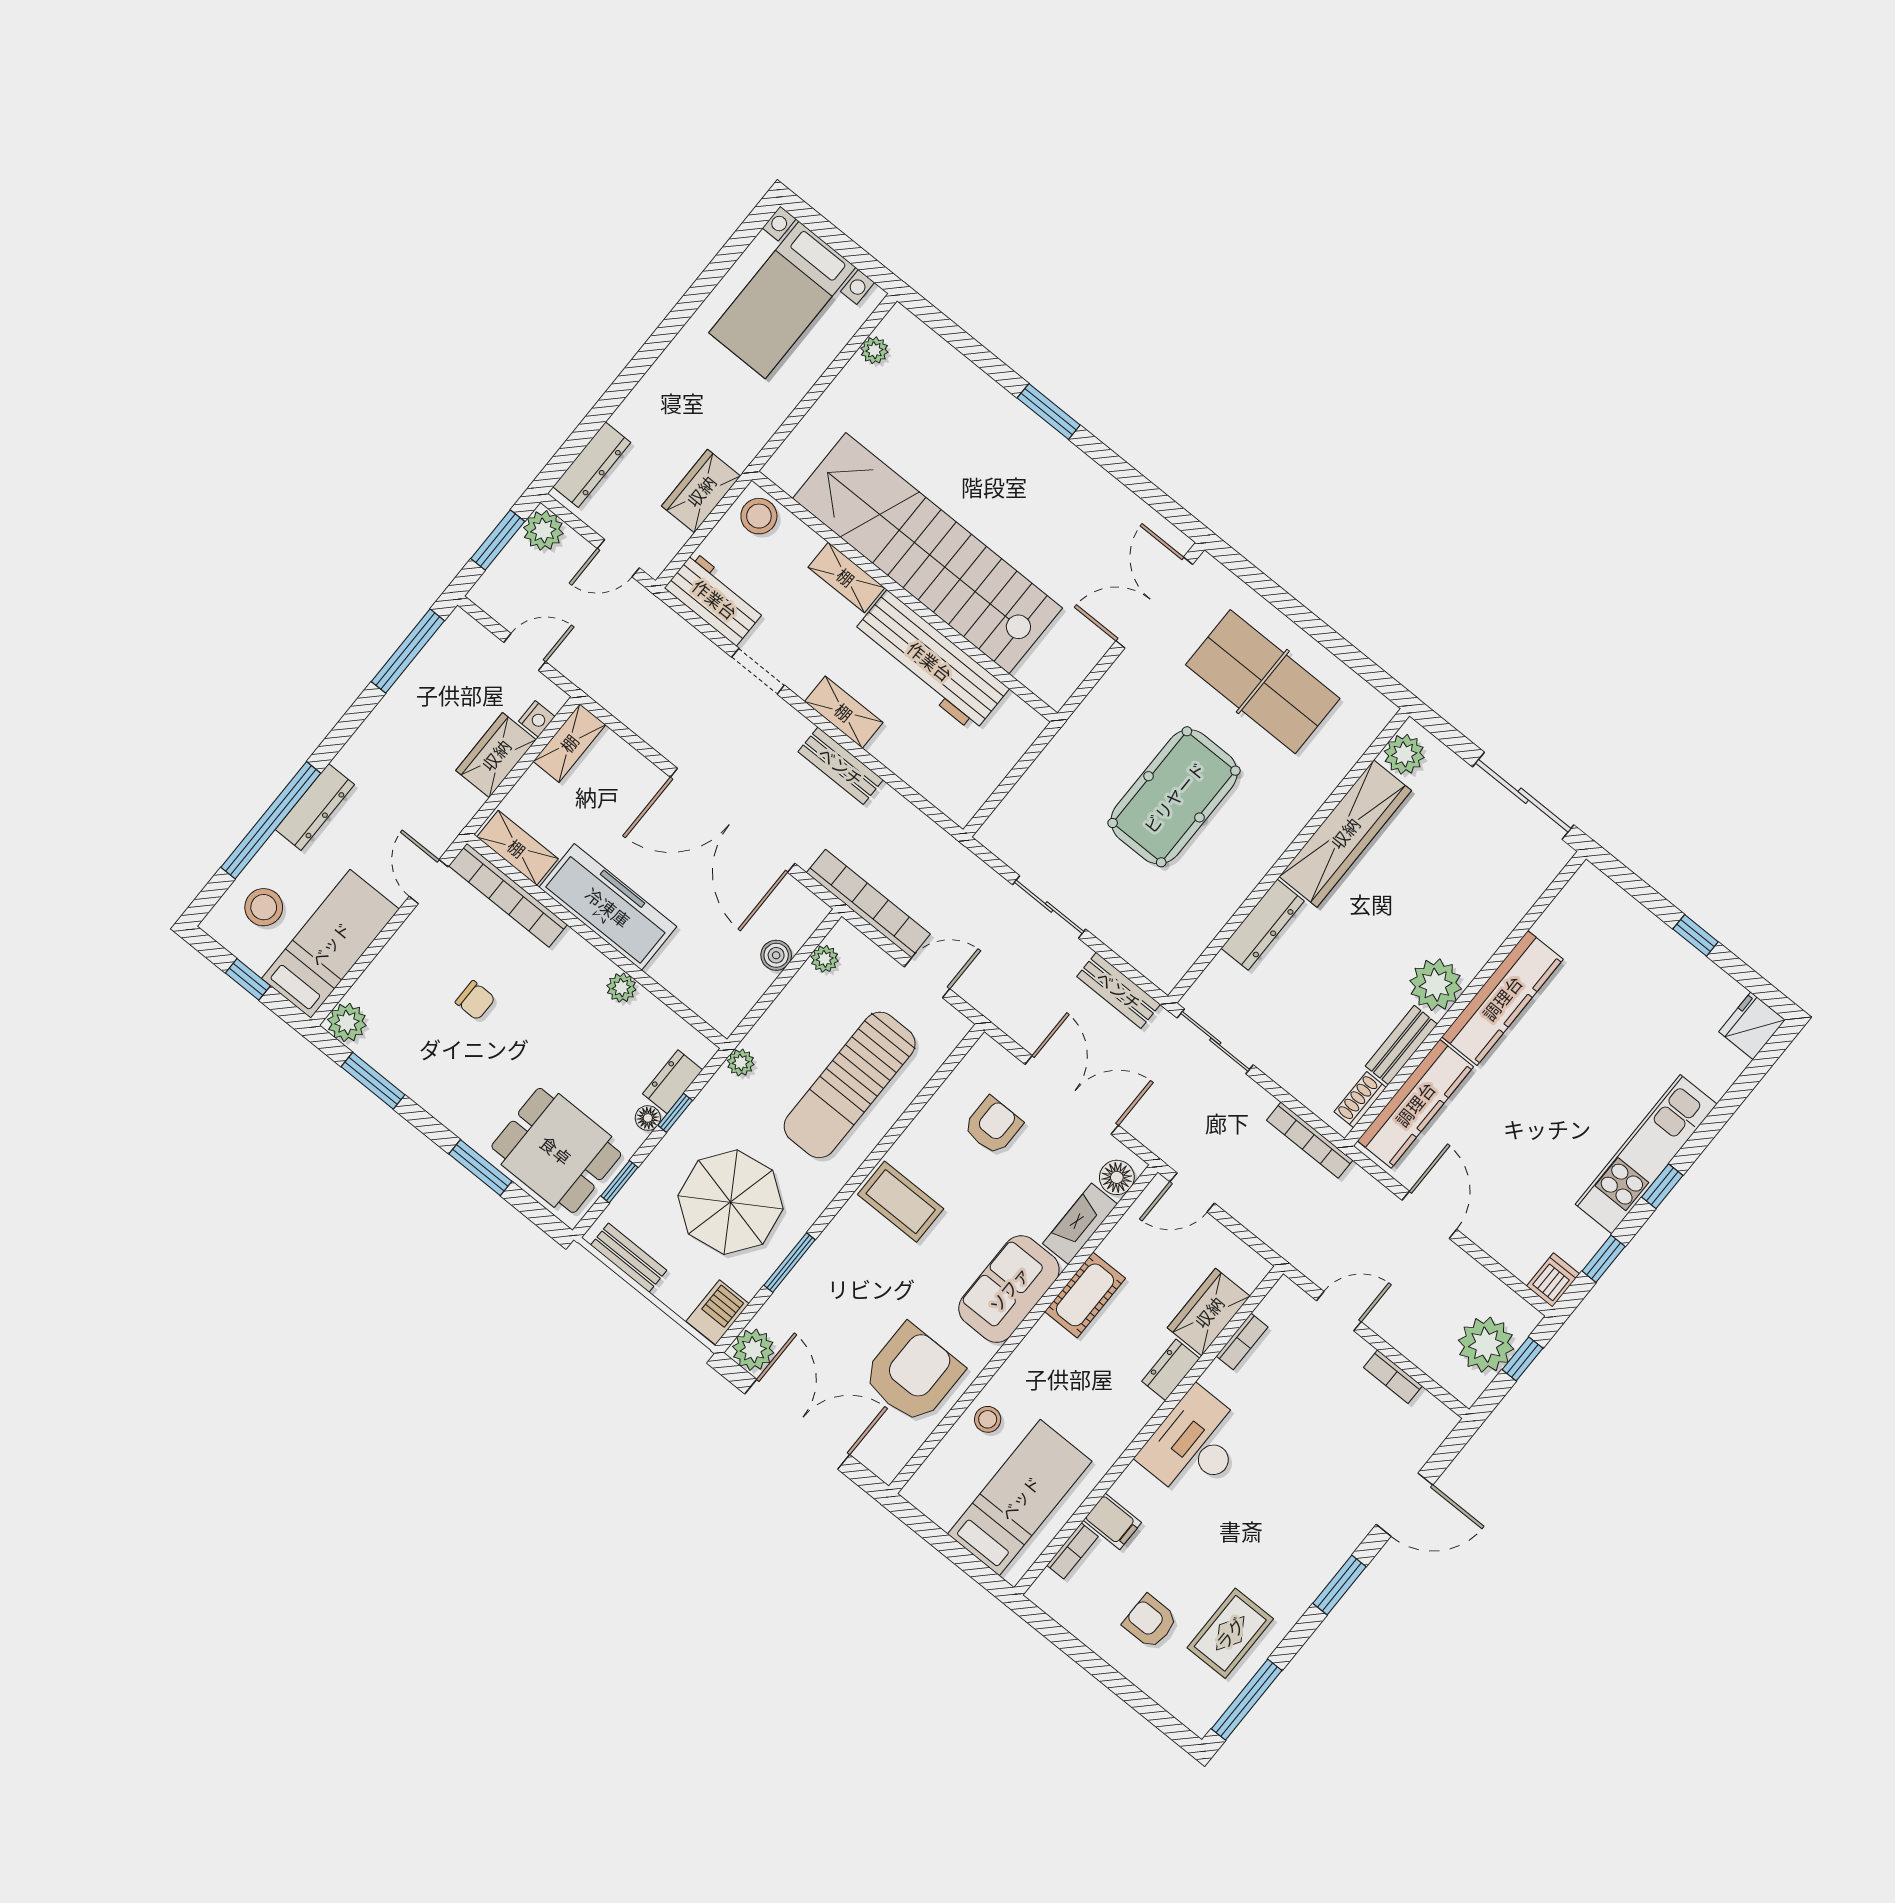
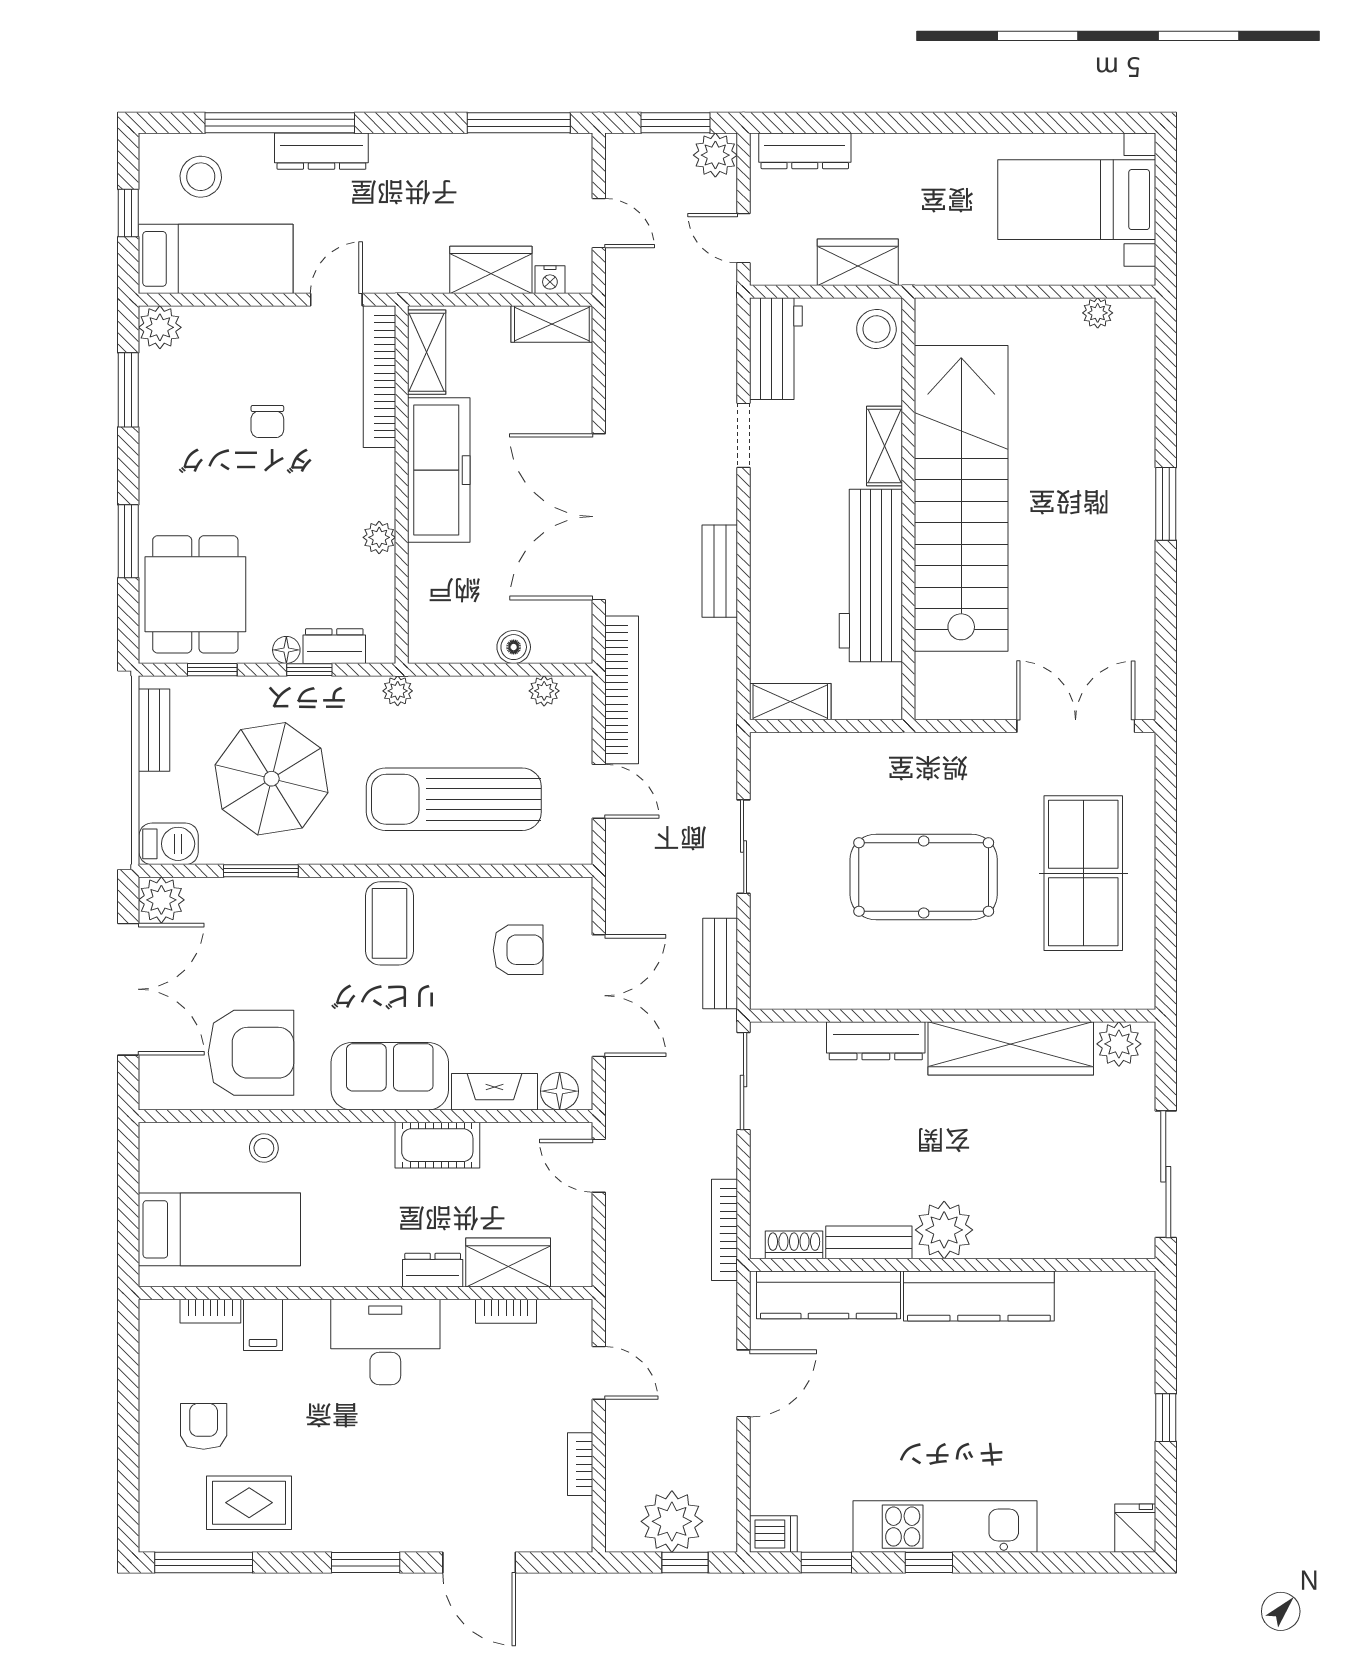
shelving: (844, 712) -> (790, 702), moved, turned 90
fridge: (1752, 1026) -> (1135, 1528), width x0.72

